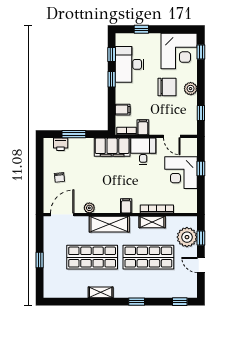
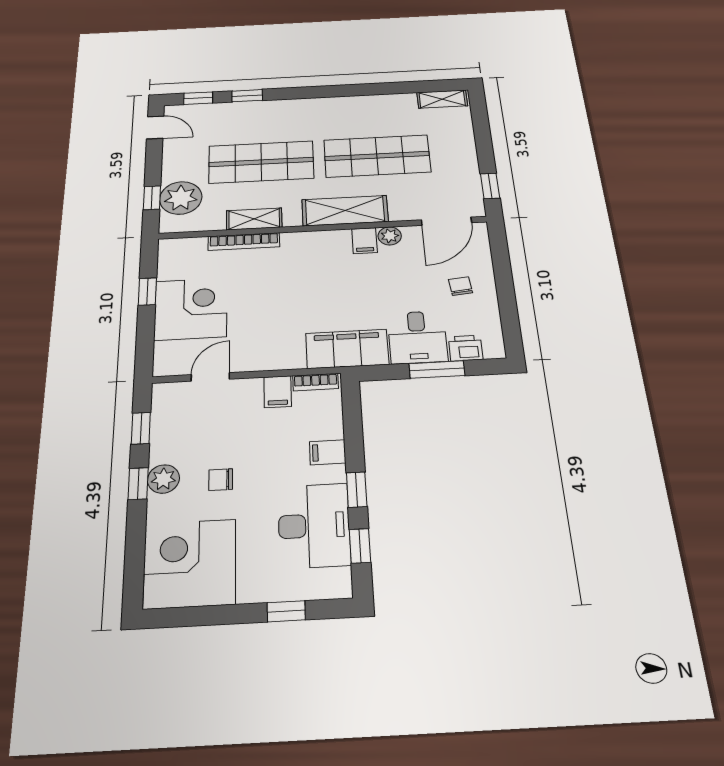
window: (201, 52) -> (138, 484), moved
chair: (167, 87) -> (221, 480), width x0.54, depth x0.54
filing cabinet: (123, 110) -> (328, 452), moved
door: (172, 136) -> (210, 377), hinge flipped
desk: (143, 151) -> (417, 337), moved
window: (201, 169) -> (147, 292), moved
filing cabinet: (126, 206) -> (364, 241), moved
window: (40, 260) -> (490, 186), moved
door: (201, 265) -> (155, 127), moved
shelving: (101, 292) -> (442, 99), moved
window: (137, 302) -> (247, 96), moved

